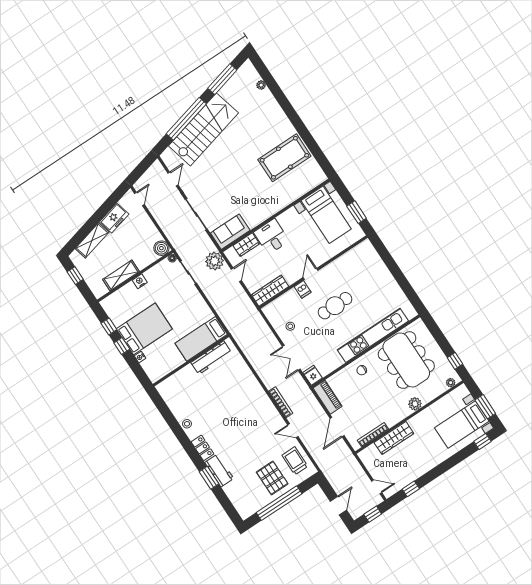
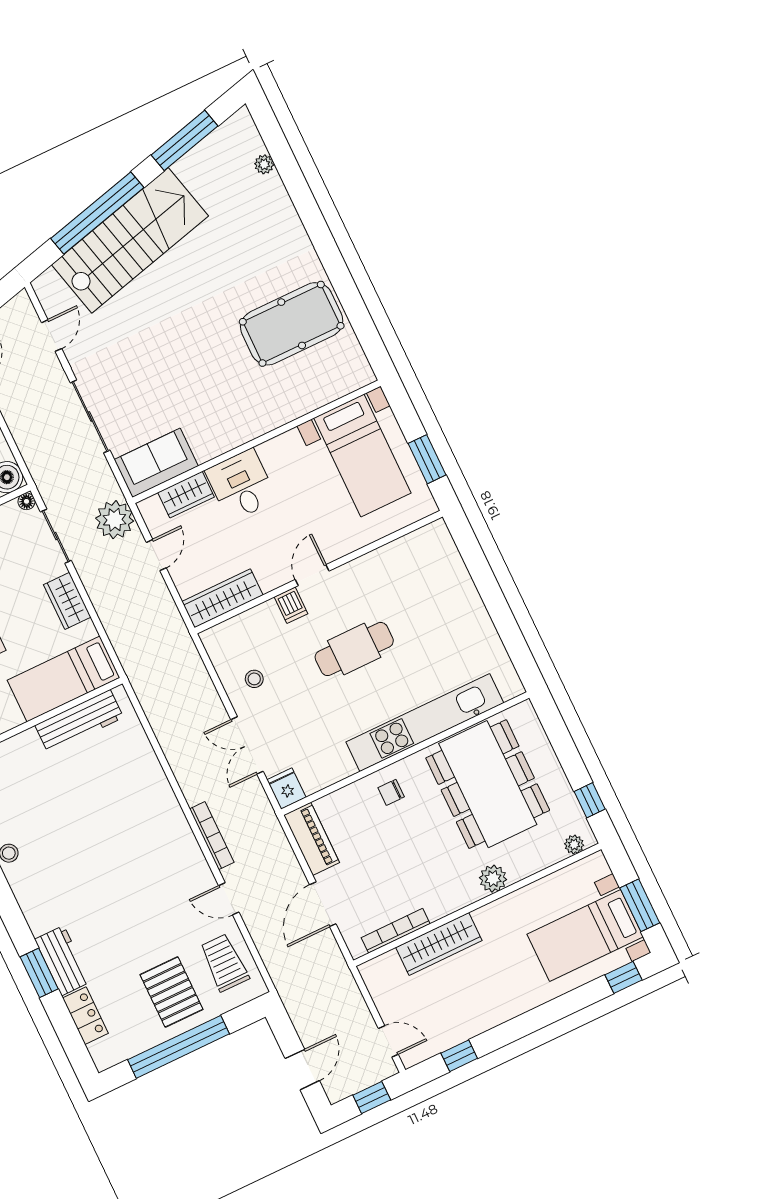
wardrobe: (198, 302) -> (67, 601), added
locker: (202, 448) -> (85, 1016), moved

